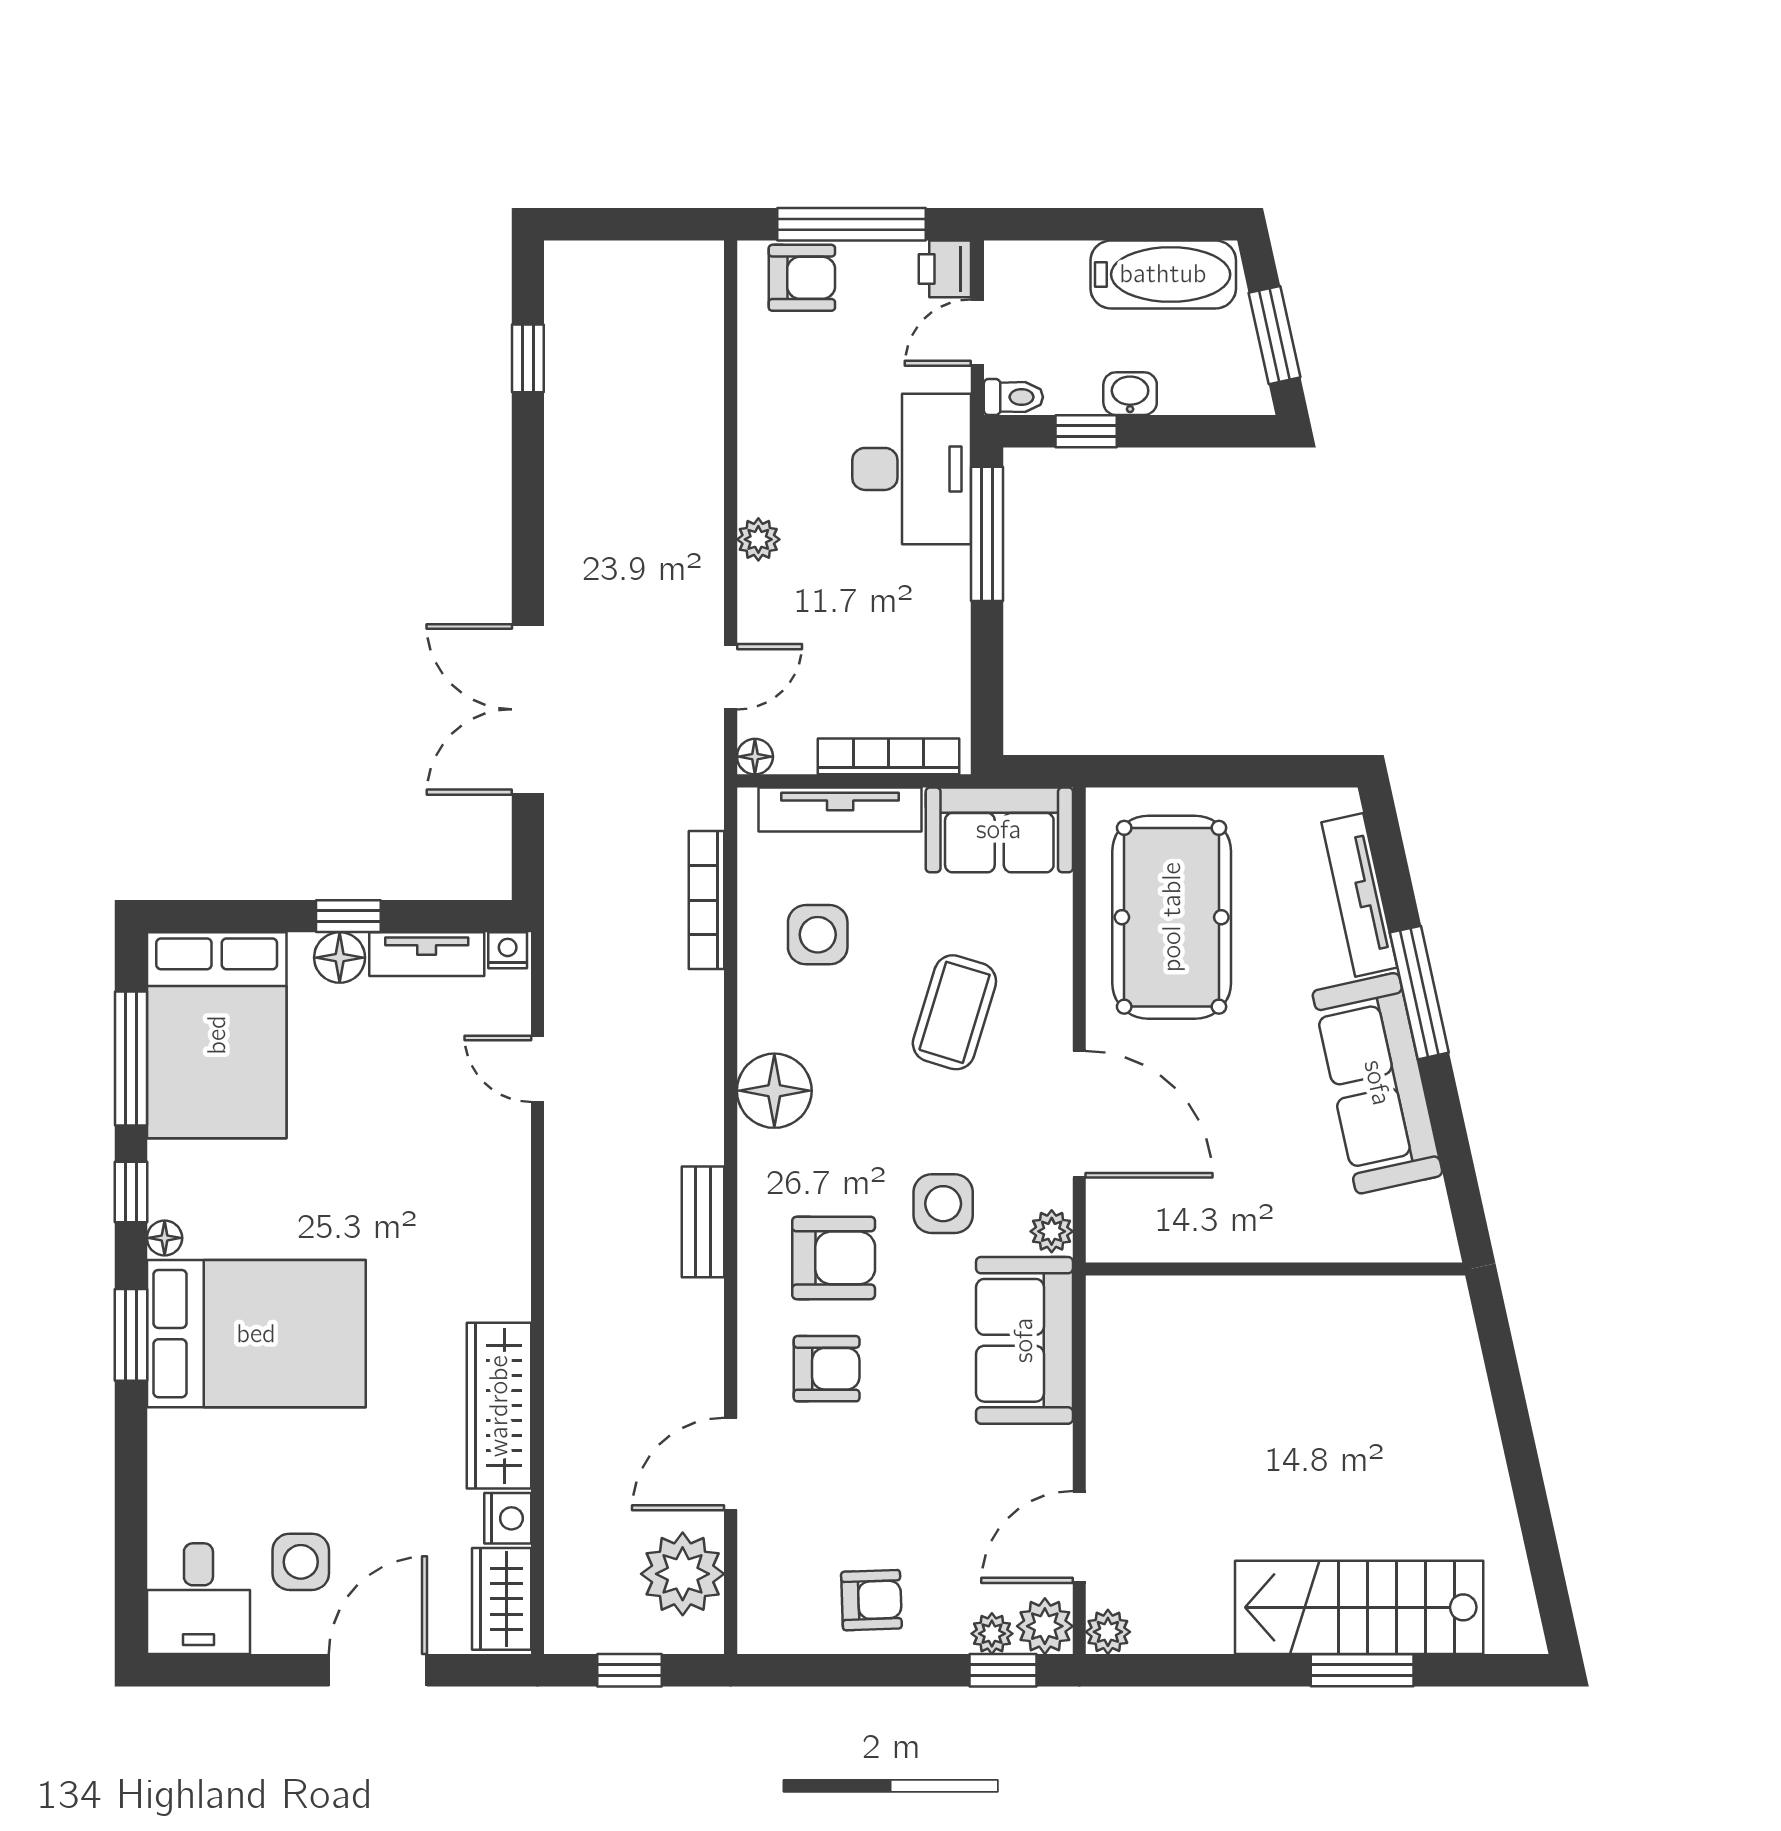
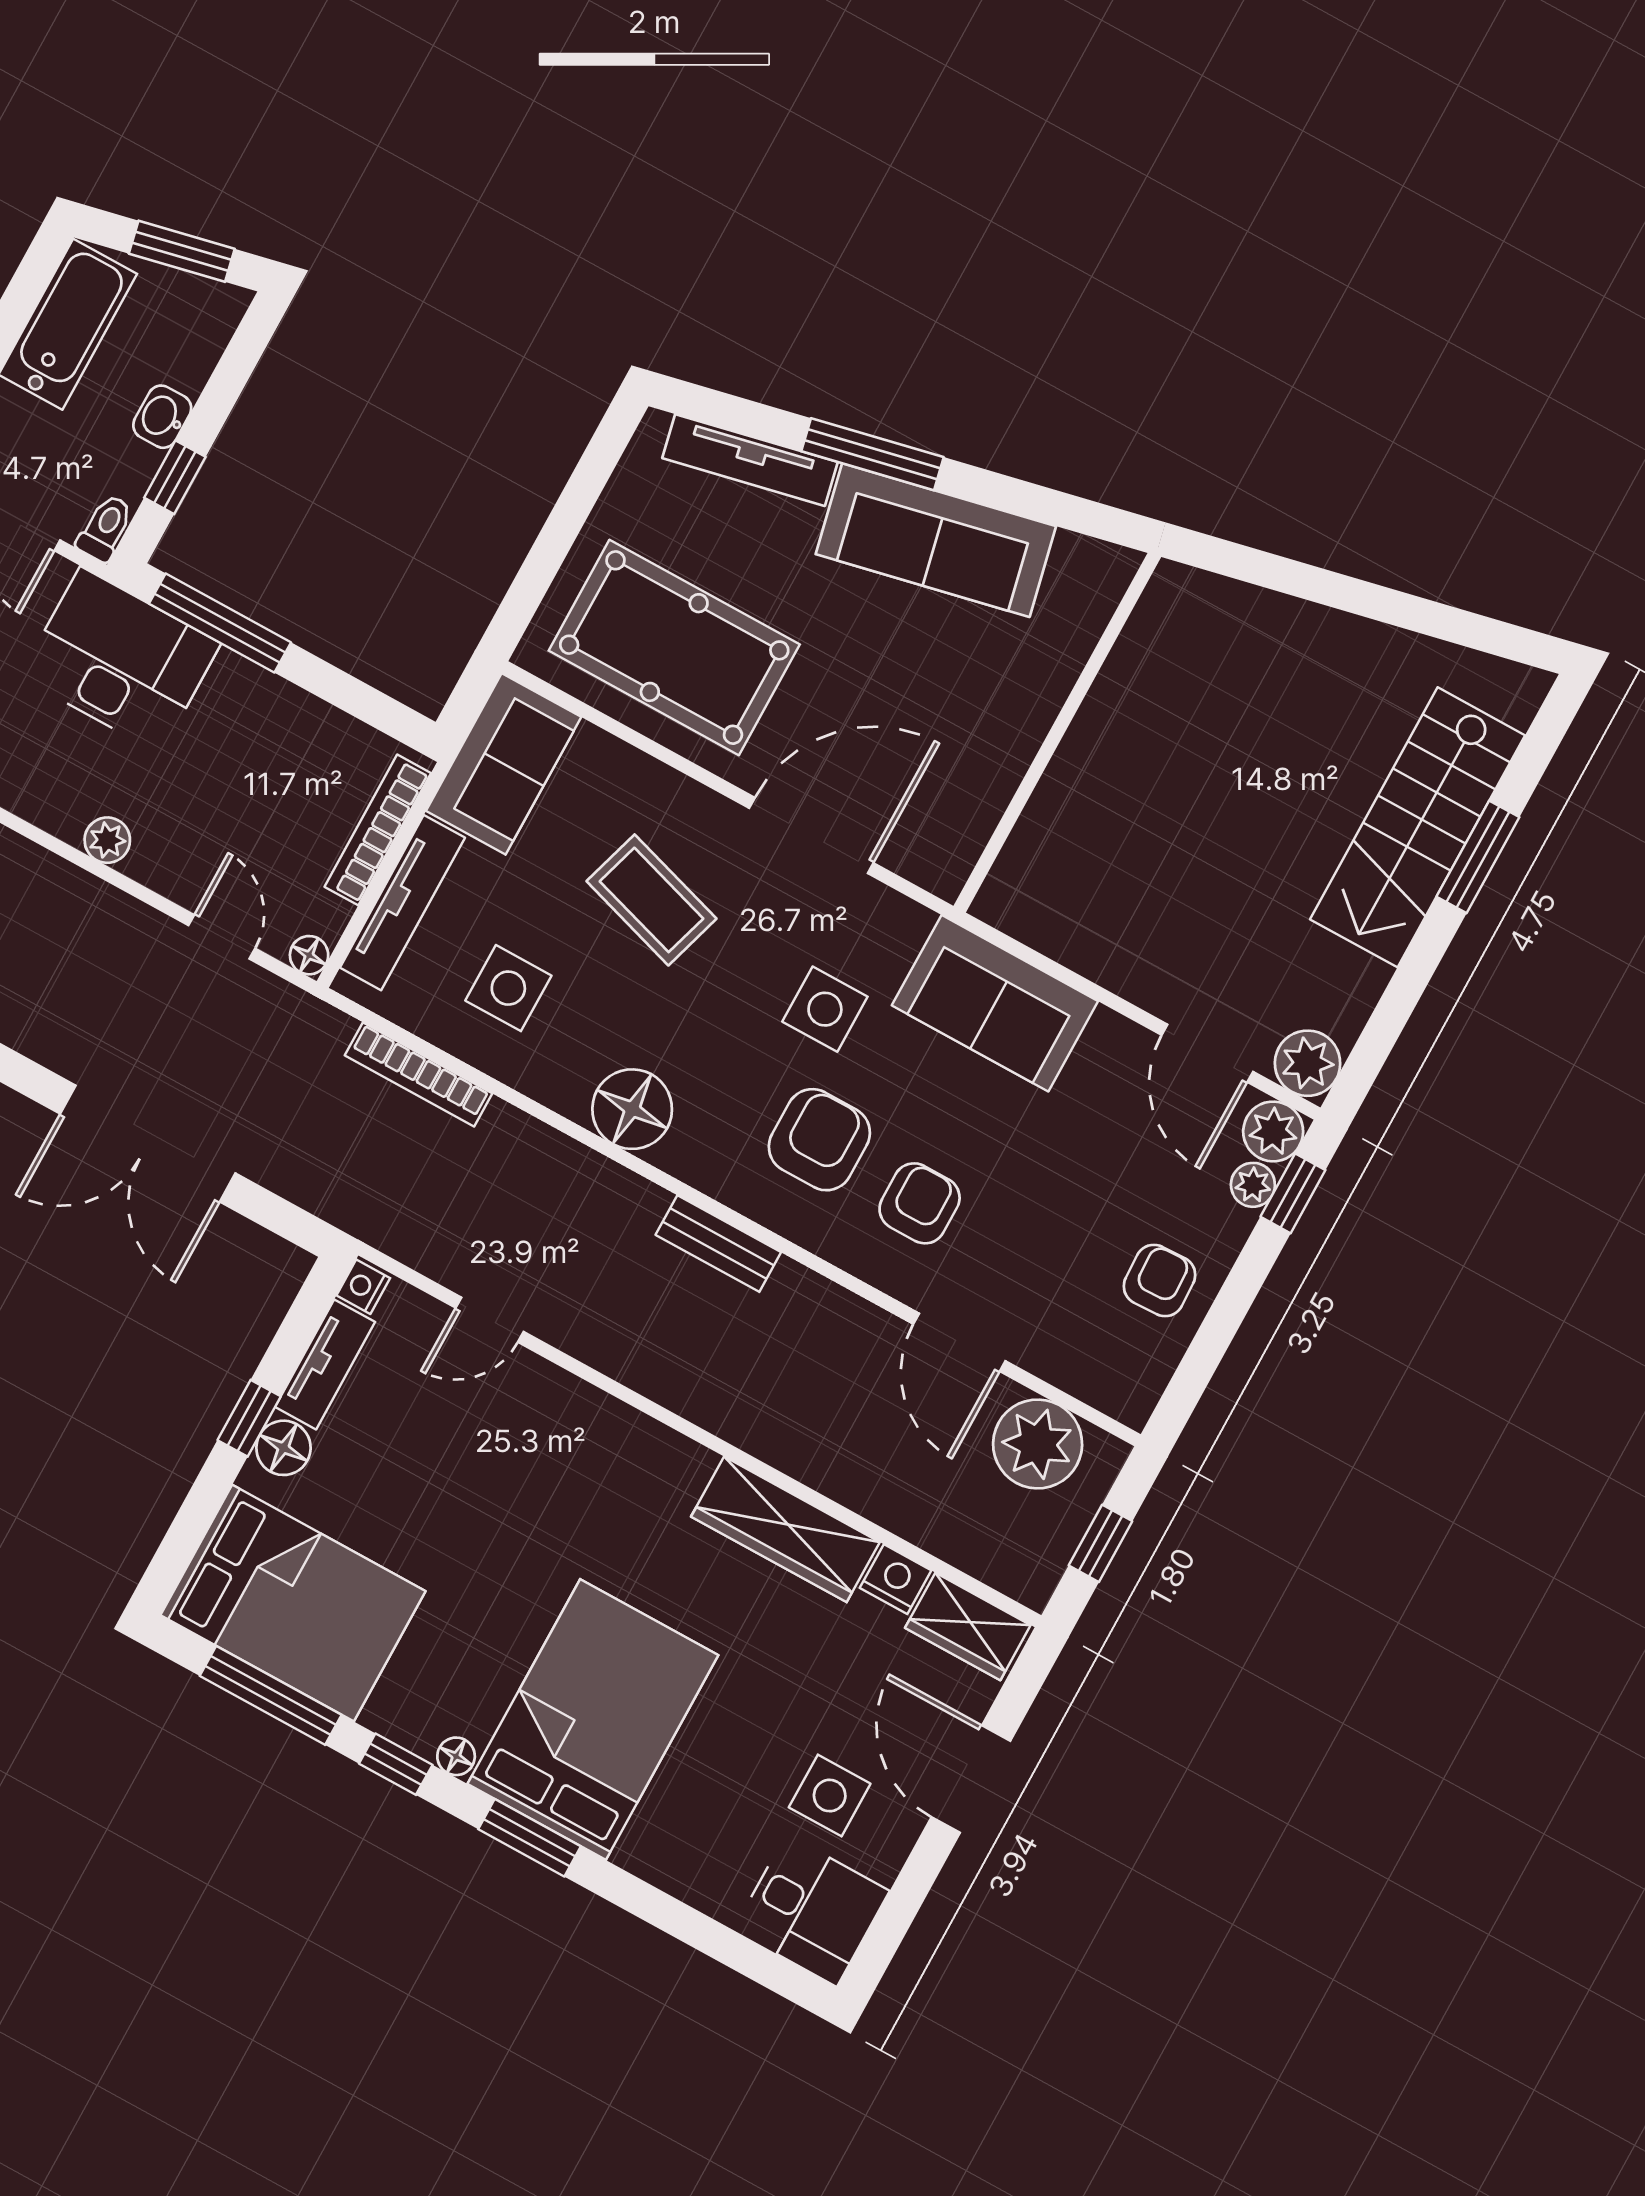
plant: (1052, 1231) -> (907, 922), removed
plant: (1108, 1632) -> (1308, 1063), width x1.38, depth x1.38

